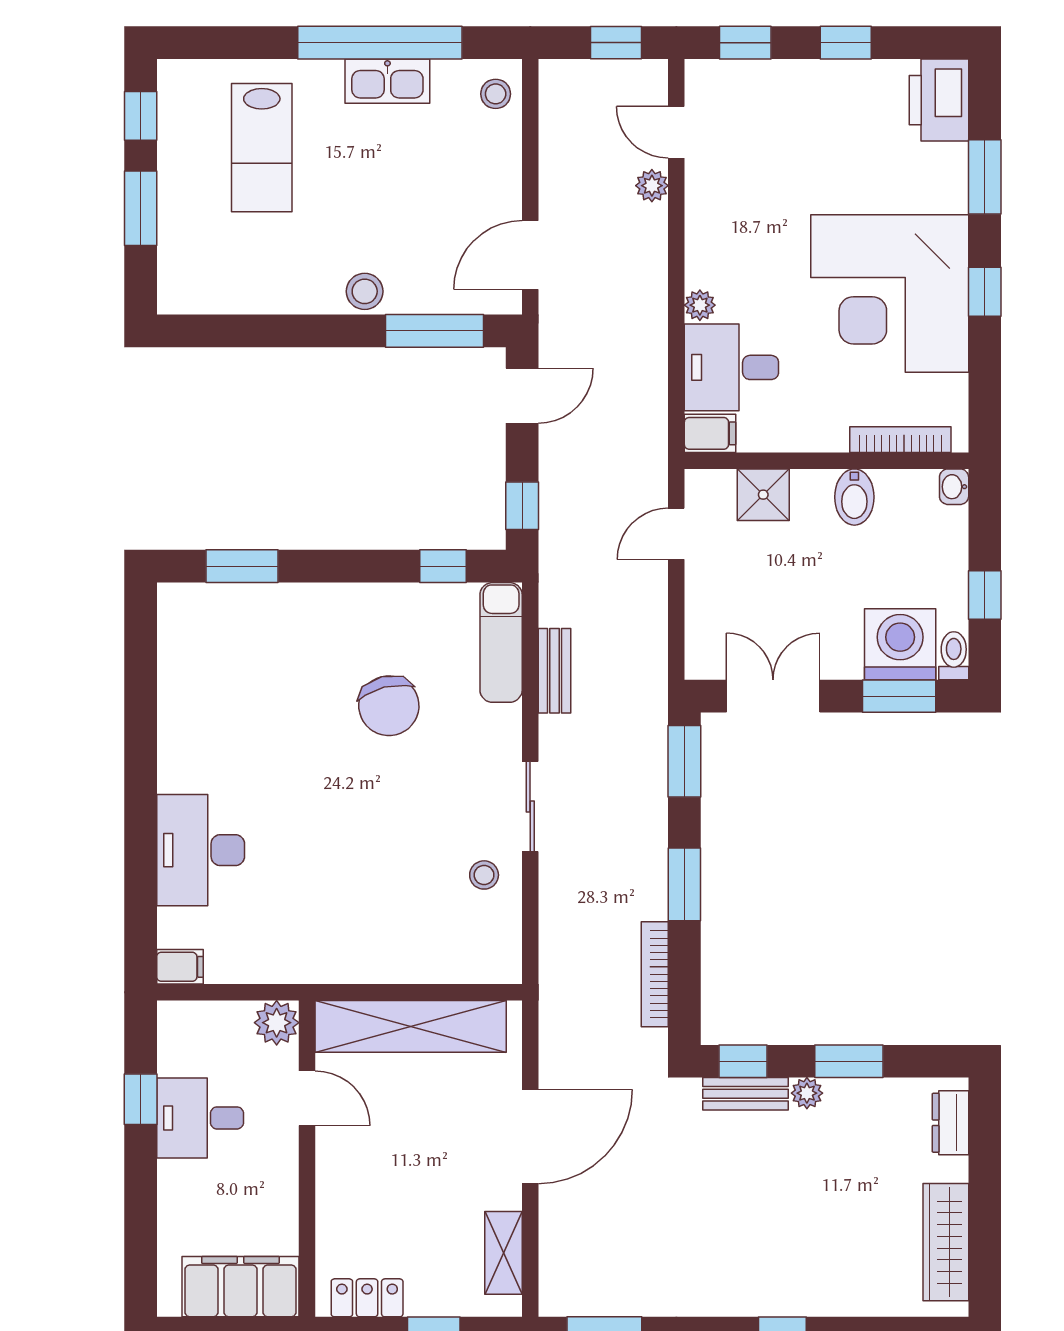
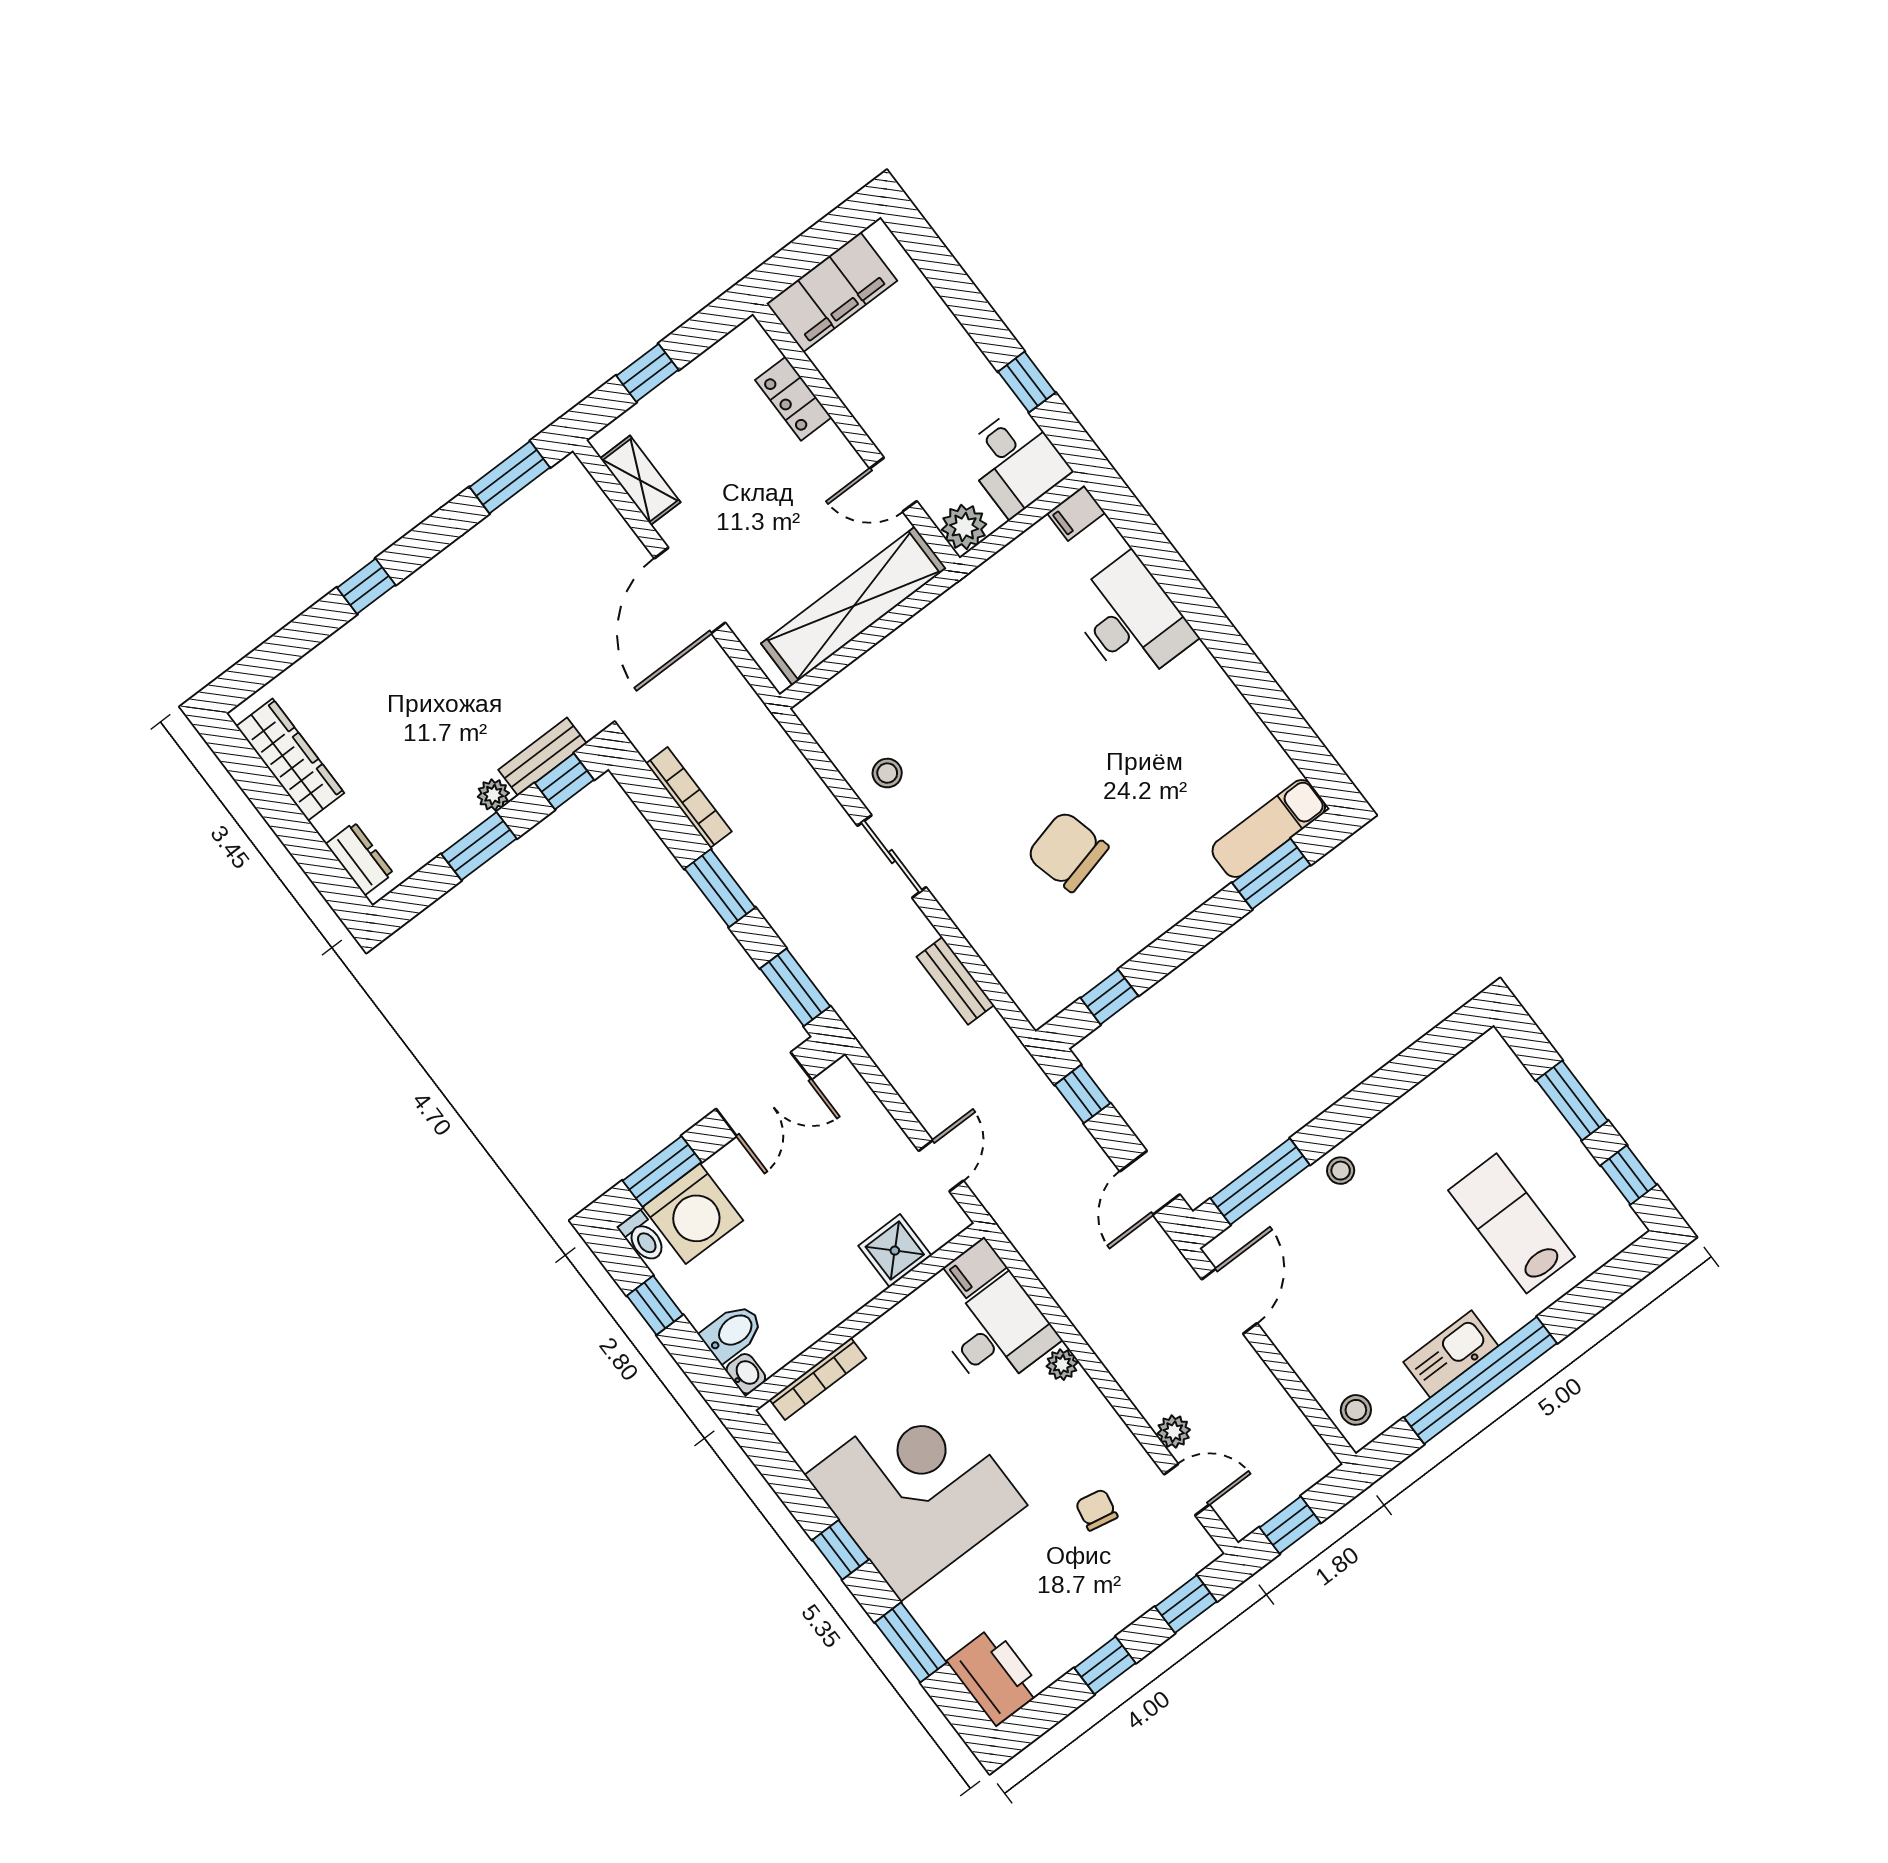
chair: (759, 170) -> (1097, 1510), added
stool: (365, 291) -> (1341, 1171), width x0.73, depth x0.73
bidet: (854, 497) -> (732, 1332), moved, turned 90
exam couch: (501, 642) -> (1269, 829), moved, turned -90
desk: (200, 1118) -> (1015, 461), moved, turned 90
locker: (367, 1298) -> (793, 399), moved, turned 90

